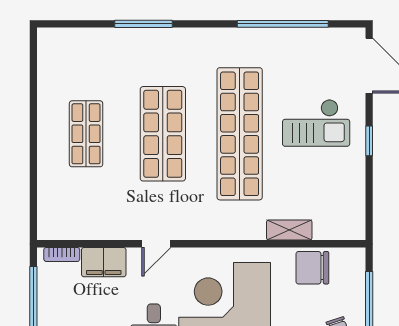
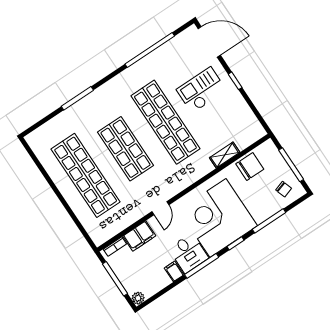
checkout: (316, 123) -> (201, 90), turned 180
shop shelf: (86, 134) -> (86, 175), width x2.00, depth x1.36
chair: (312, 268) -> (250, 167), turned 180

